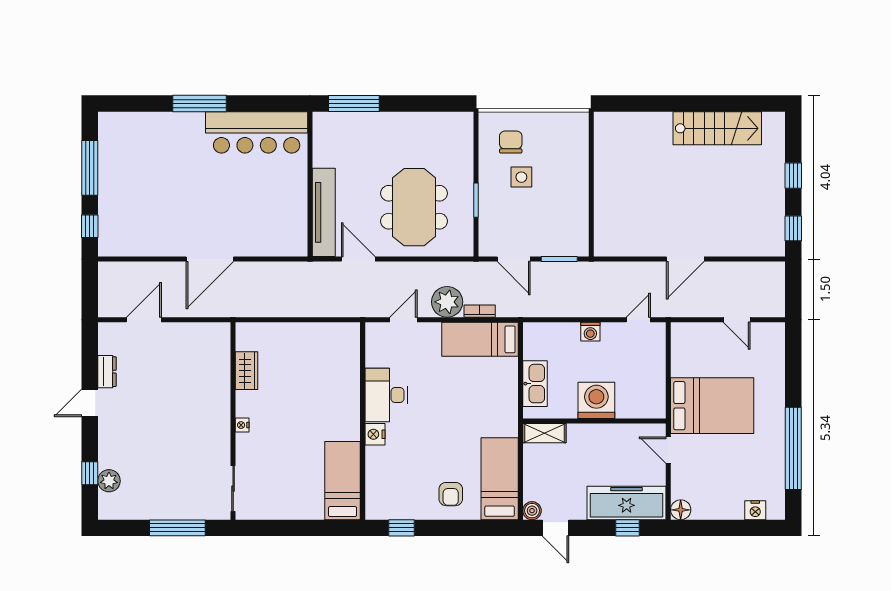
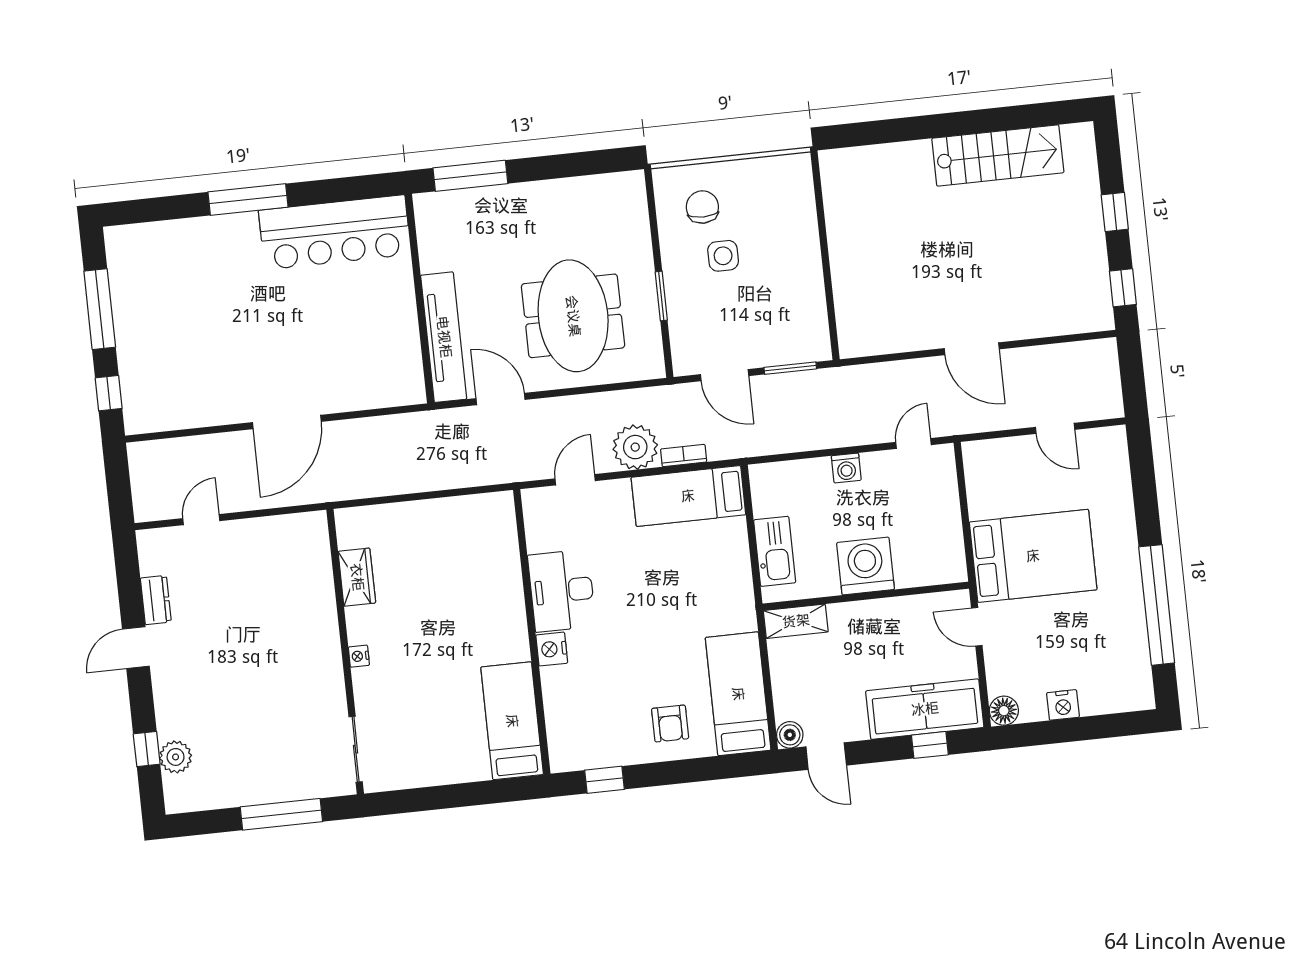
door: (685, 259) -> (972, 349), hinge flipped
door: (144, 320) -> (201, 520), width x0.73
nightstand: (755, 510) -> (1063, 705), moved

